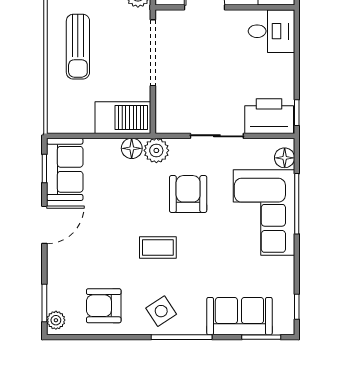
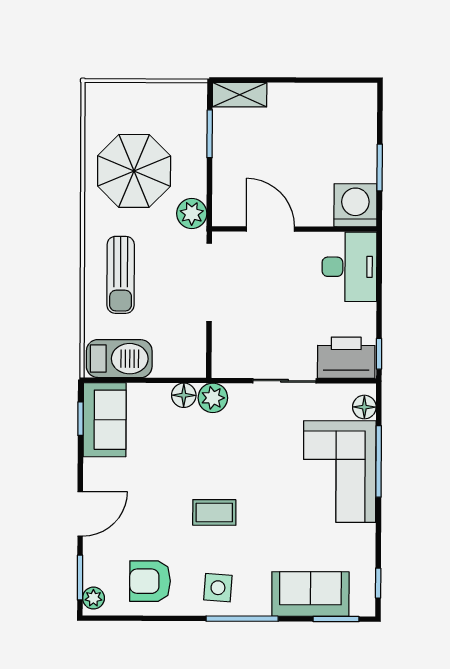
desk: (271, 31) -> (349, 267), width x1.37
barbecue: (123, 118) -> (119, 359), moved
armchair: (188, 194) -> (250, 449), removed
door: (44, 225) -> (80, 514), moved
side table: (161, 311) -> (218, 588), turned 37

